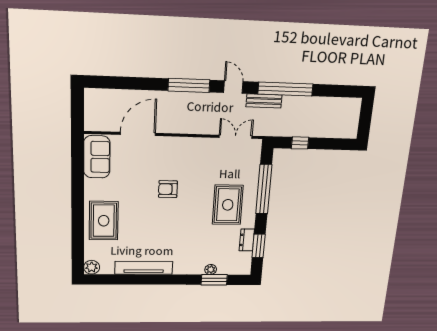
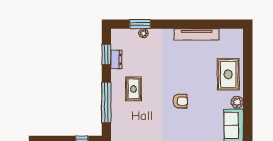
rug: (228, 205) -> (134, 89), width x0.73, depth x0.70
plant: (92, 267) -> (237, 102), moved

